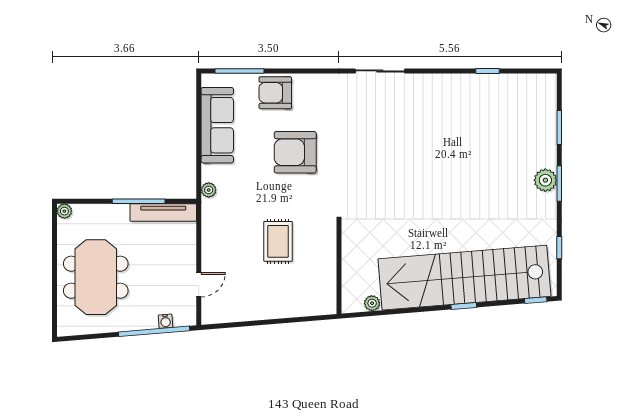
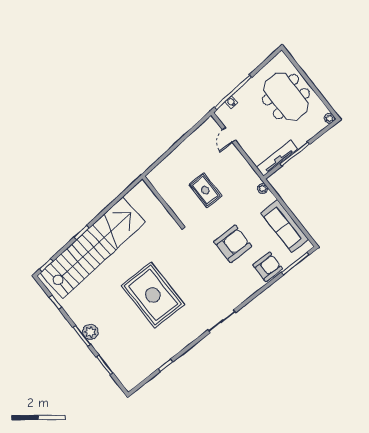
rug: (437, 166) -> (153, 295), added
plant: (372, 303) -> (131, 196), removed

